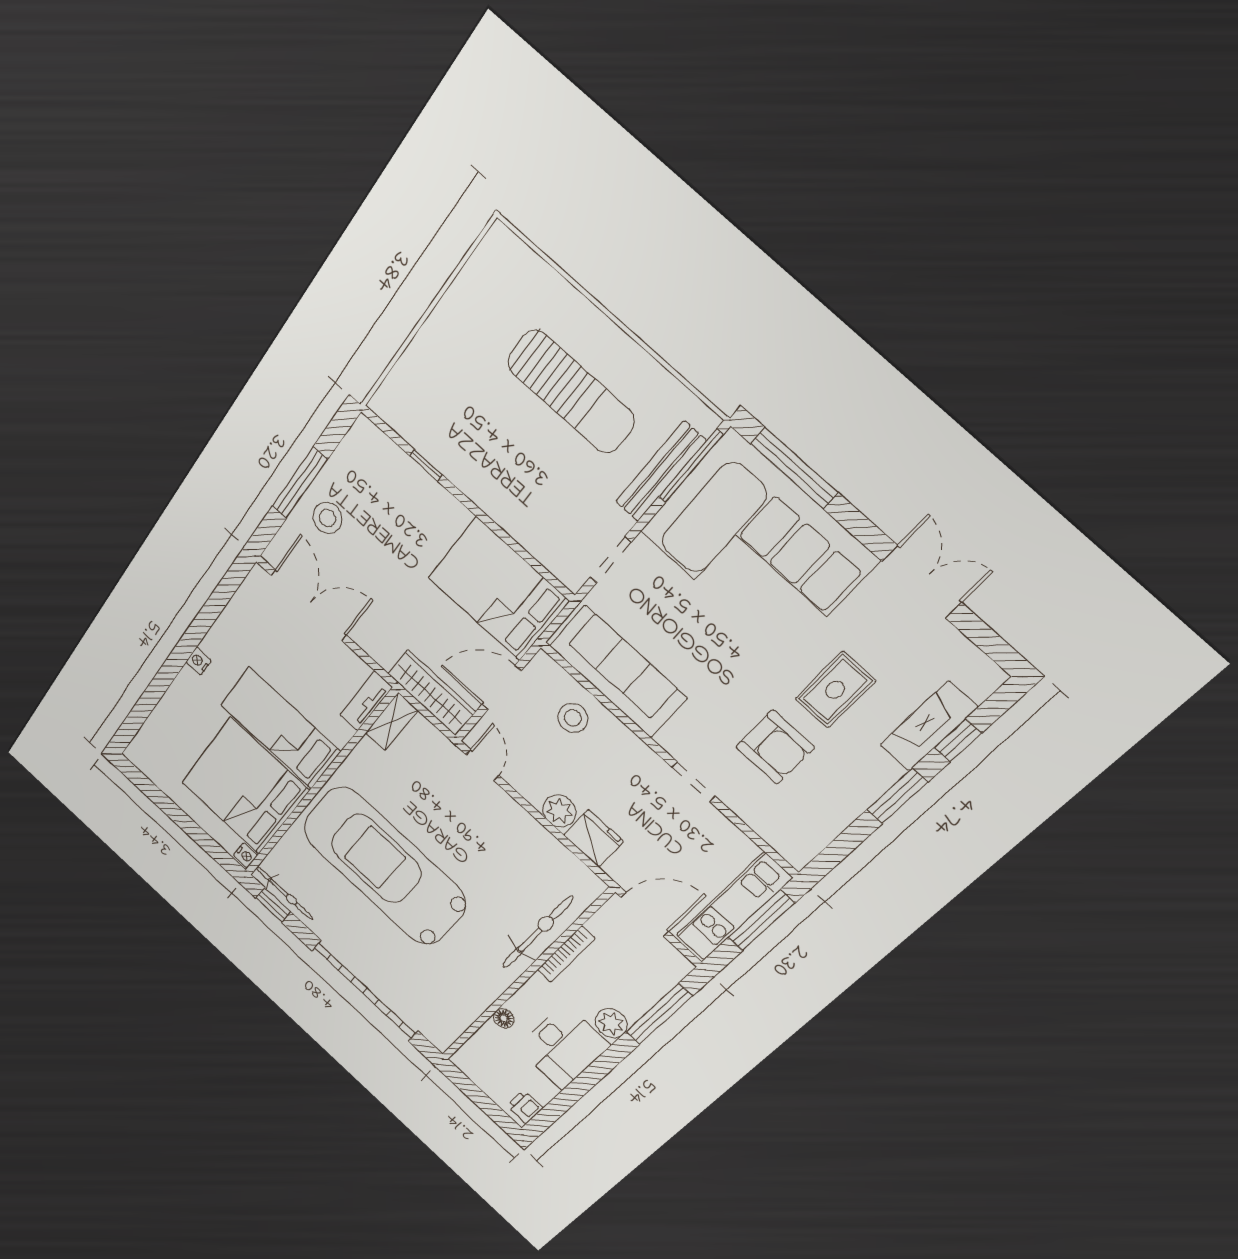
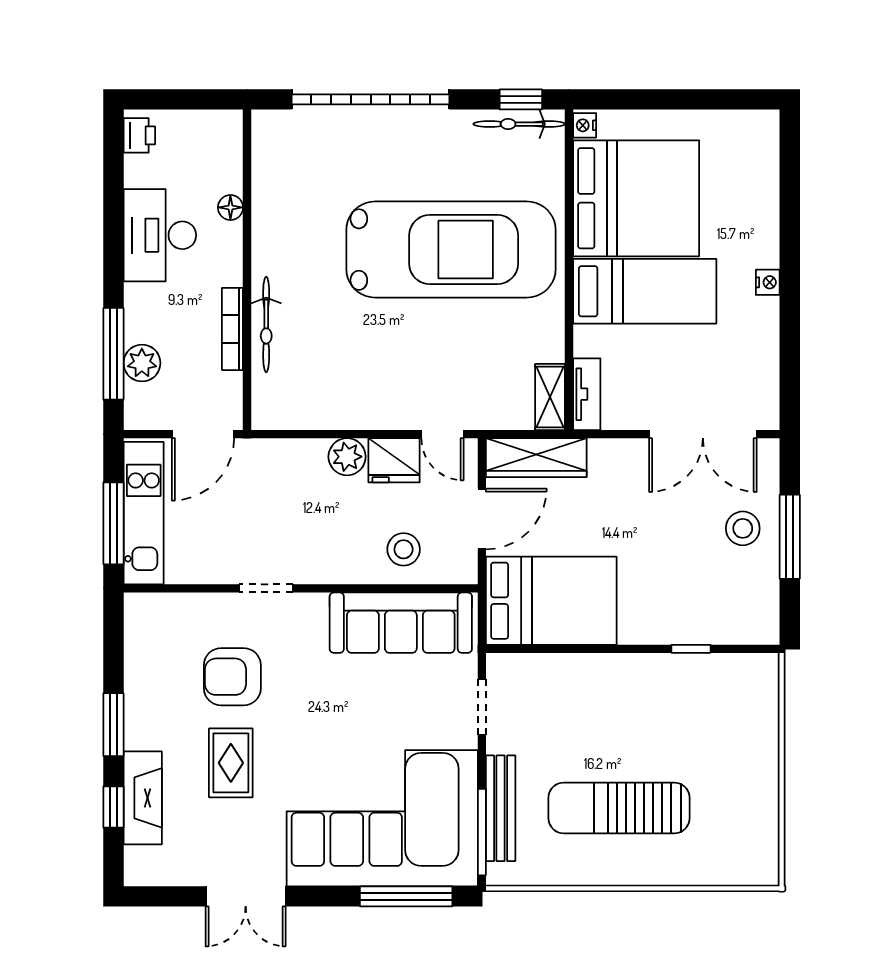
fridge: (593, 838) -> (394, 460), moved
bicycle: (537, 932) -> (266, 324), width x0.73, depth x0.71
plant: (611, 1023) -> (142, 363), moved

